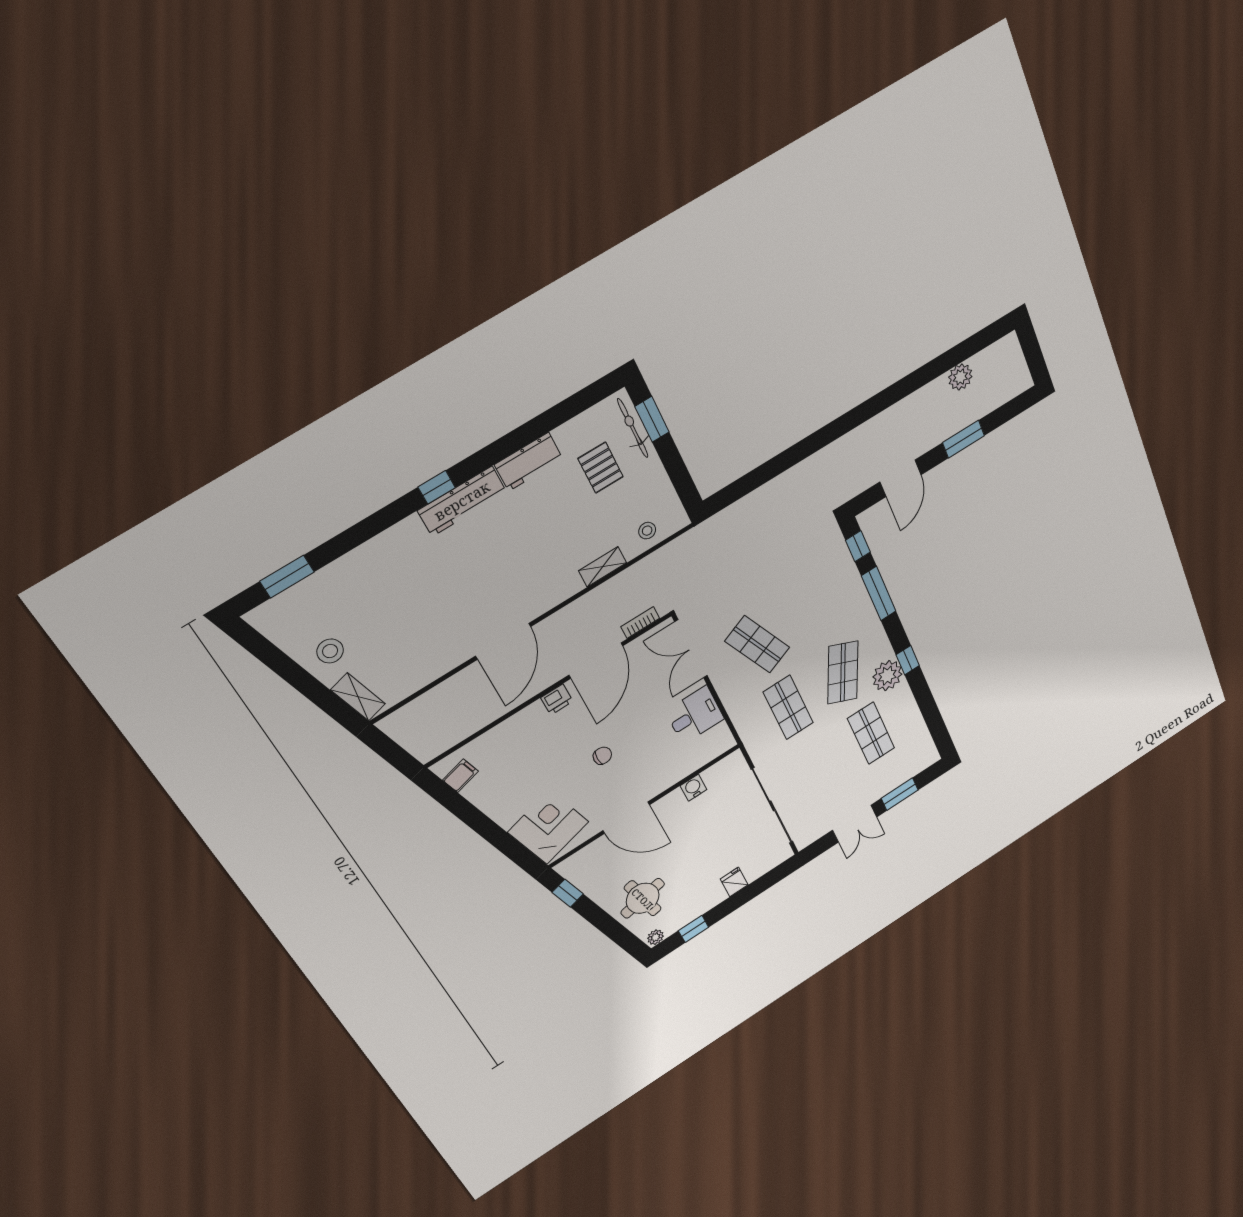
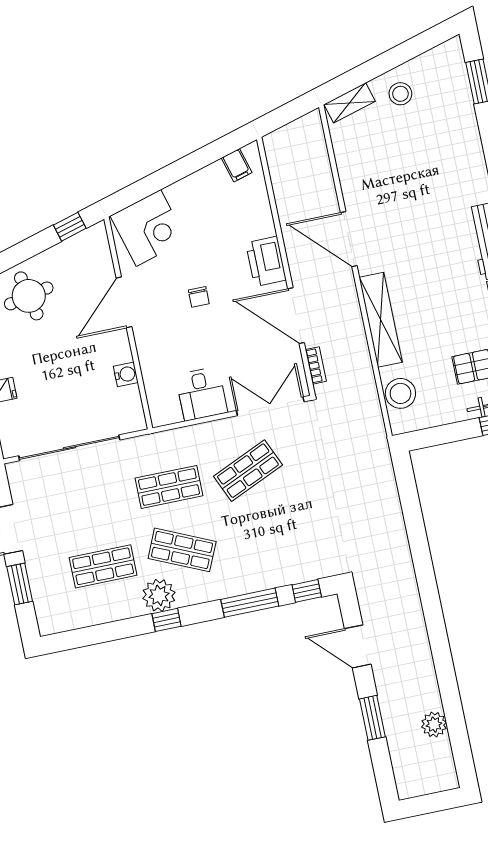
stool: (647, 531) -> (400, 393), width x1.89, depth x1.89
shelving: (603, 567) -> (381, 320), width x2.20, depth x1.33
printer: (557, 699) -> (266, 261), width x1.87, depth x1.48

